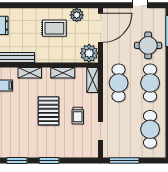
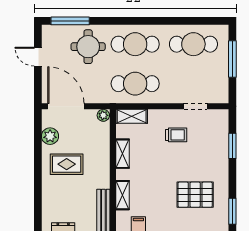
rug: (54, 28) -> (67, 164), turned 90
plant: (89, 53) -> (103, 115), width x0.53, depth x0.53
pallet: (48, 111) -> (195, 195), moved
window: (49, 160) -> (232, 146), moved
window: (124, 160) -> (232, 59), moved

